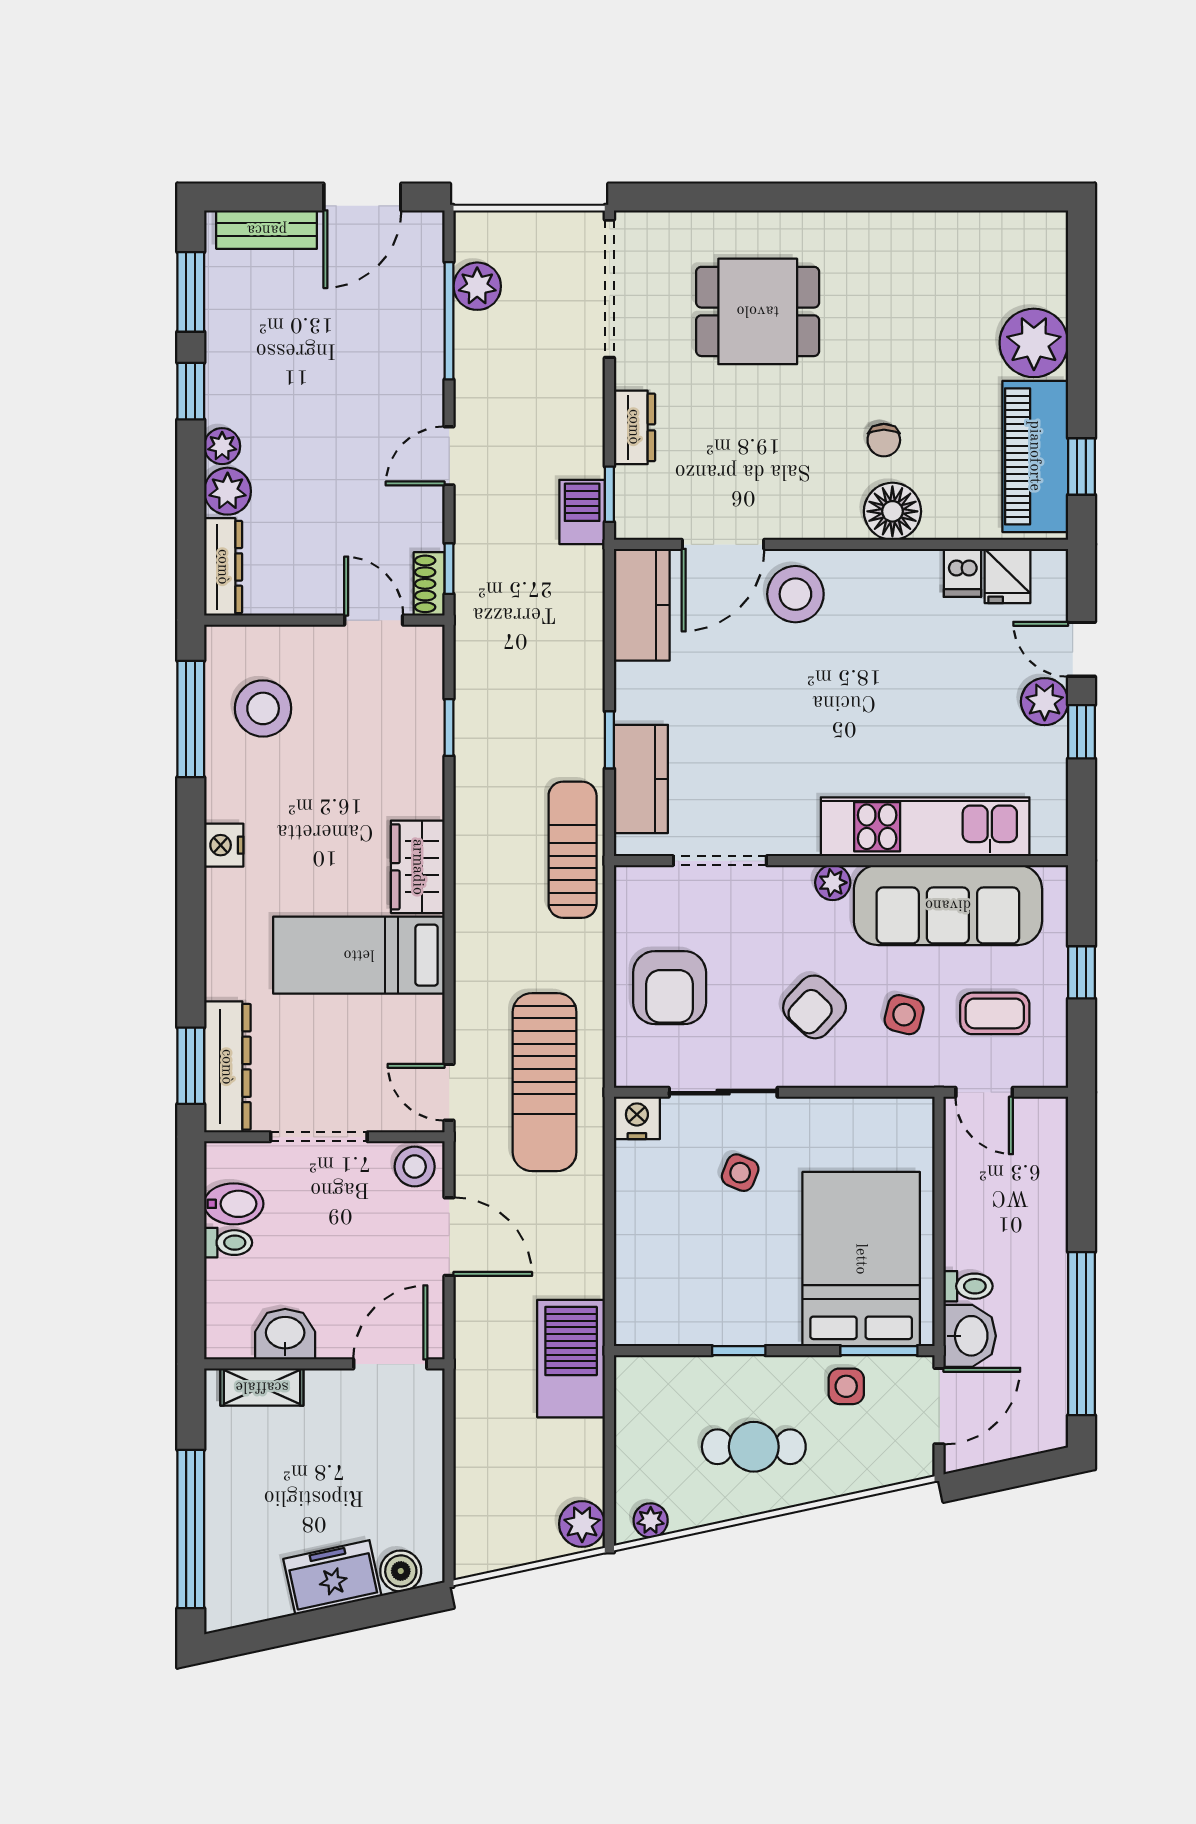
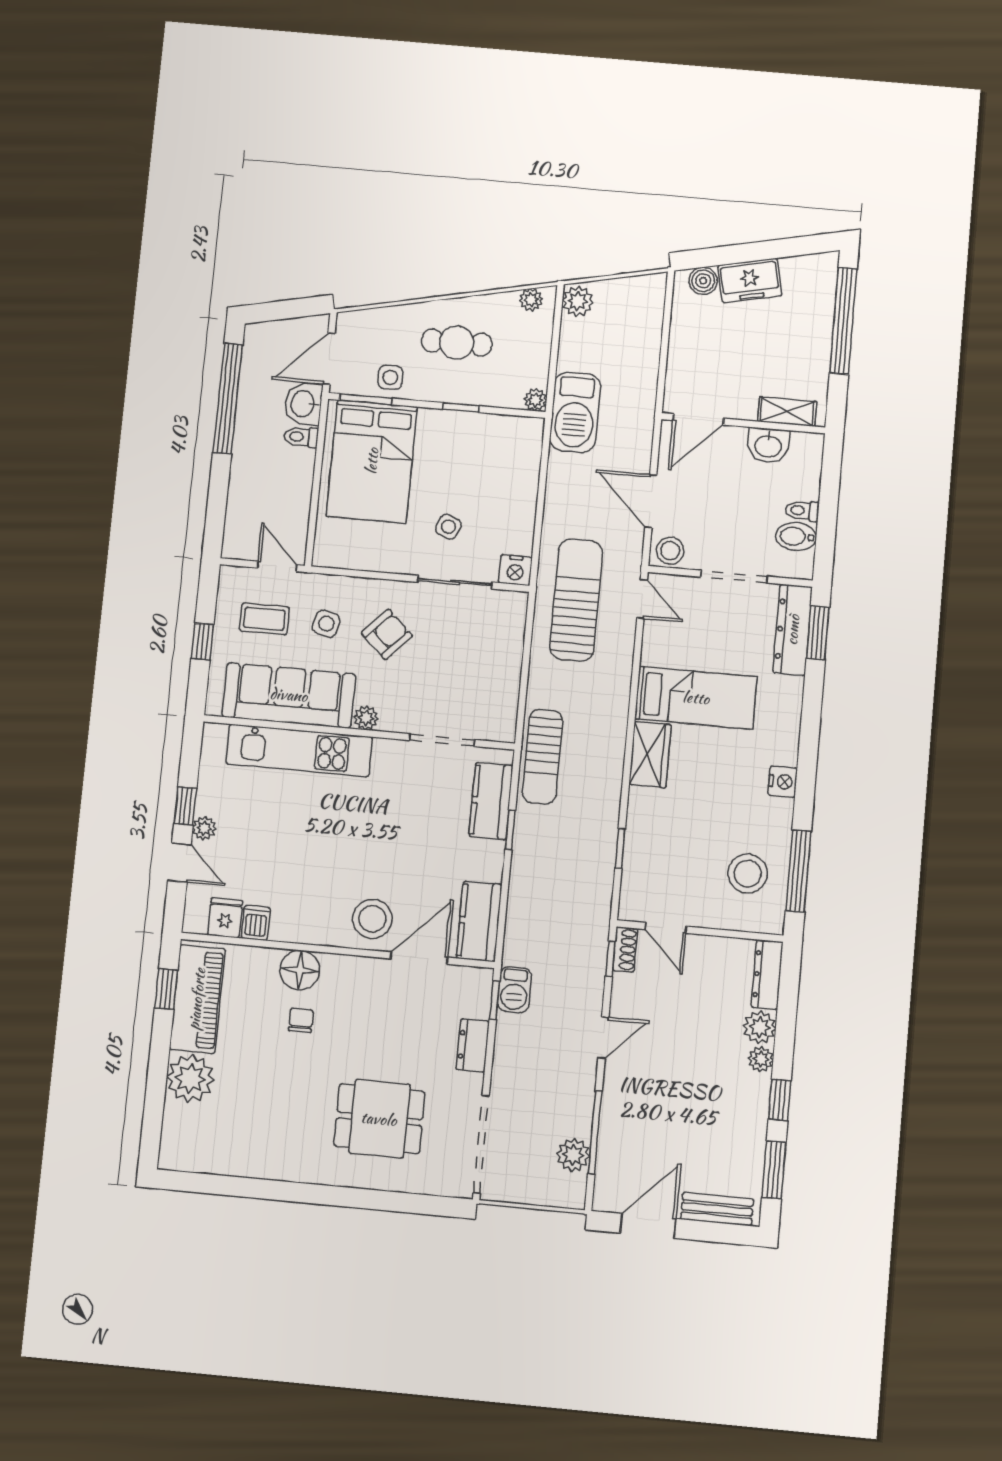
plant: (1045, 702) -> (204, 828), width x0.73, depth x0.73
armchair: (670, 988) -> (485, 656), removed
plant: (631, 1372) -> (535, 400), added

